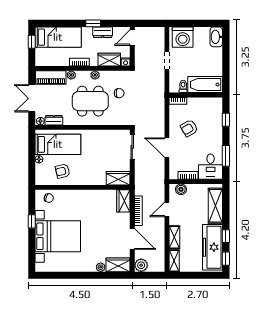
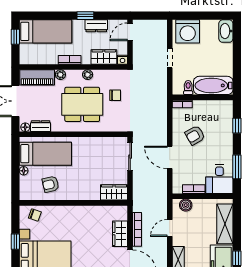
wardrobe: (123, 201) -> (120, 234), moved

